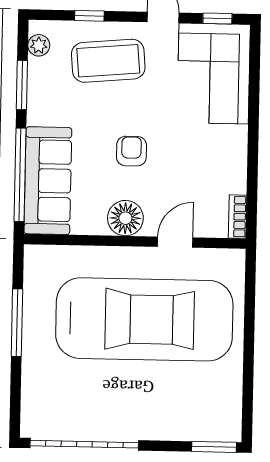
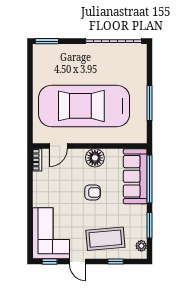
armchair: (131, 151) -> (92, 192), turned -90
door: (175, 242) -> (58, 146), moved

